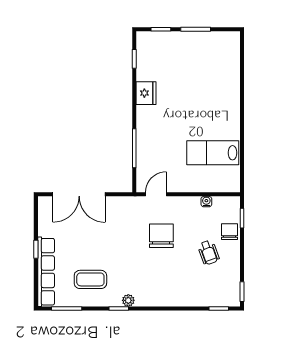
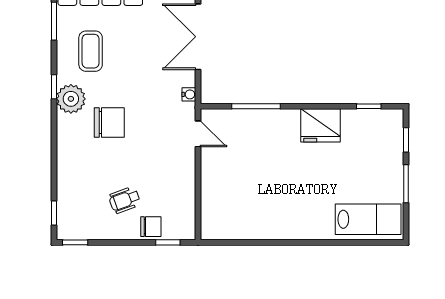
fridge: (146, 93) -> (320, 125), width x1.36, depth x1.34
lab bench: (213, 153) -> (368, 219), moved, turned 90
water cooler: (206, 202) -> (189, 94), moved
chair: (161, 236) -> (109, 123), moved
plant: (128, 300) -> (71, 99), width x1.88, depth x1.88

